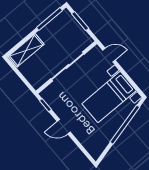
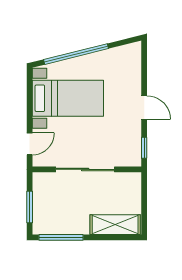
door: (109, 55) -> (30, 144), swing flipped

